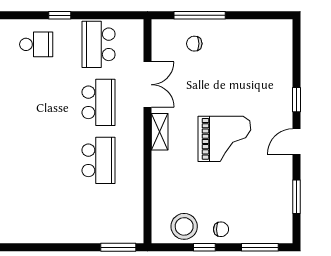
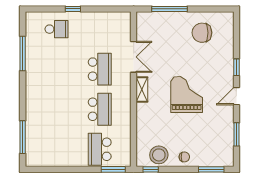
school desk: (99, 44) -> (100, 149), moved
chair: (194, 44) -> (202, 33), moved, width x1.87, depth x1.87
grand piano: (224, 139) -> (187, 94), turned -90
window: (204, 247) -> (151, 169), moved

